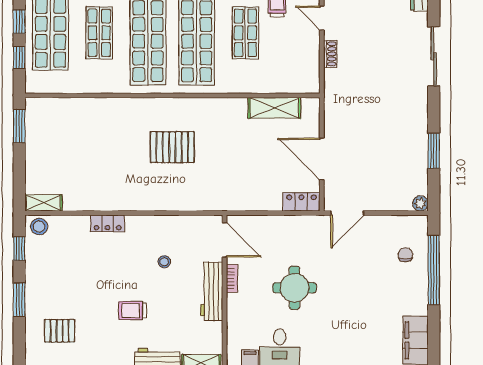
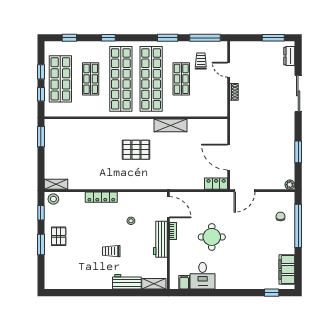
shelving: (274, 108) -> (170, 125), moved
locker: (108, 223) -> (101, 197), width x1.53
pallet: (60, 331) -> (59, 236), moved, turned 90

